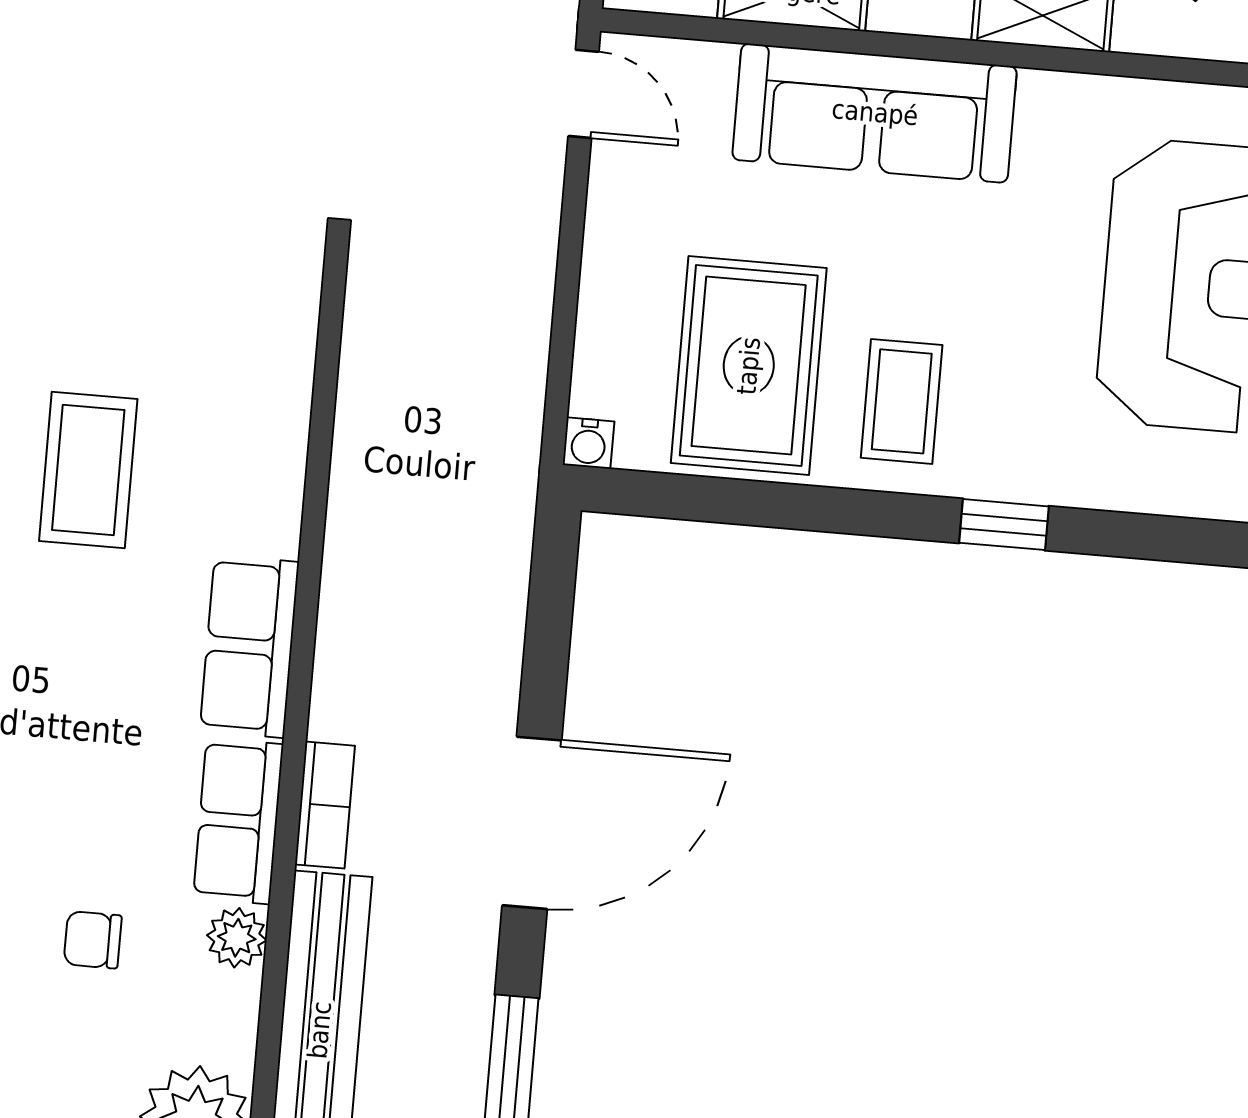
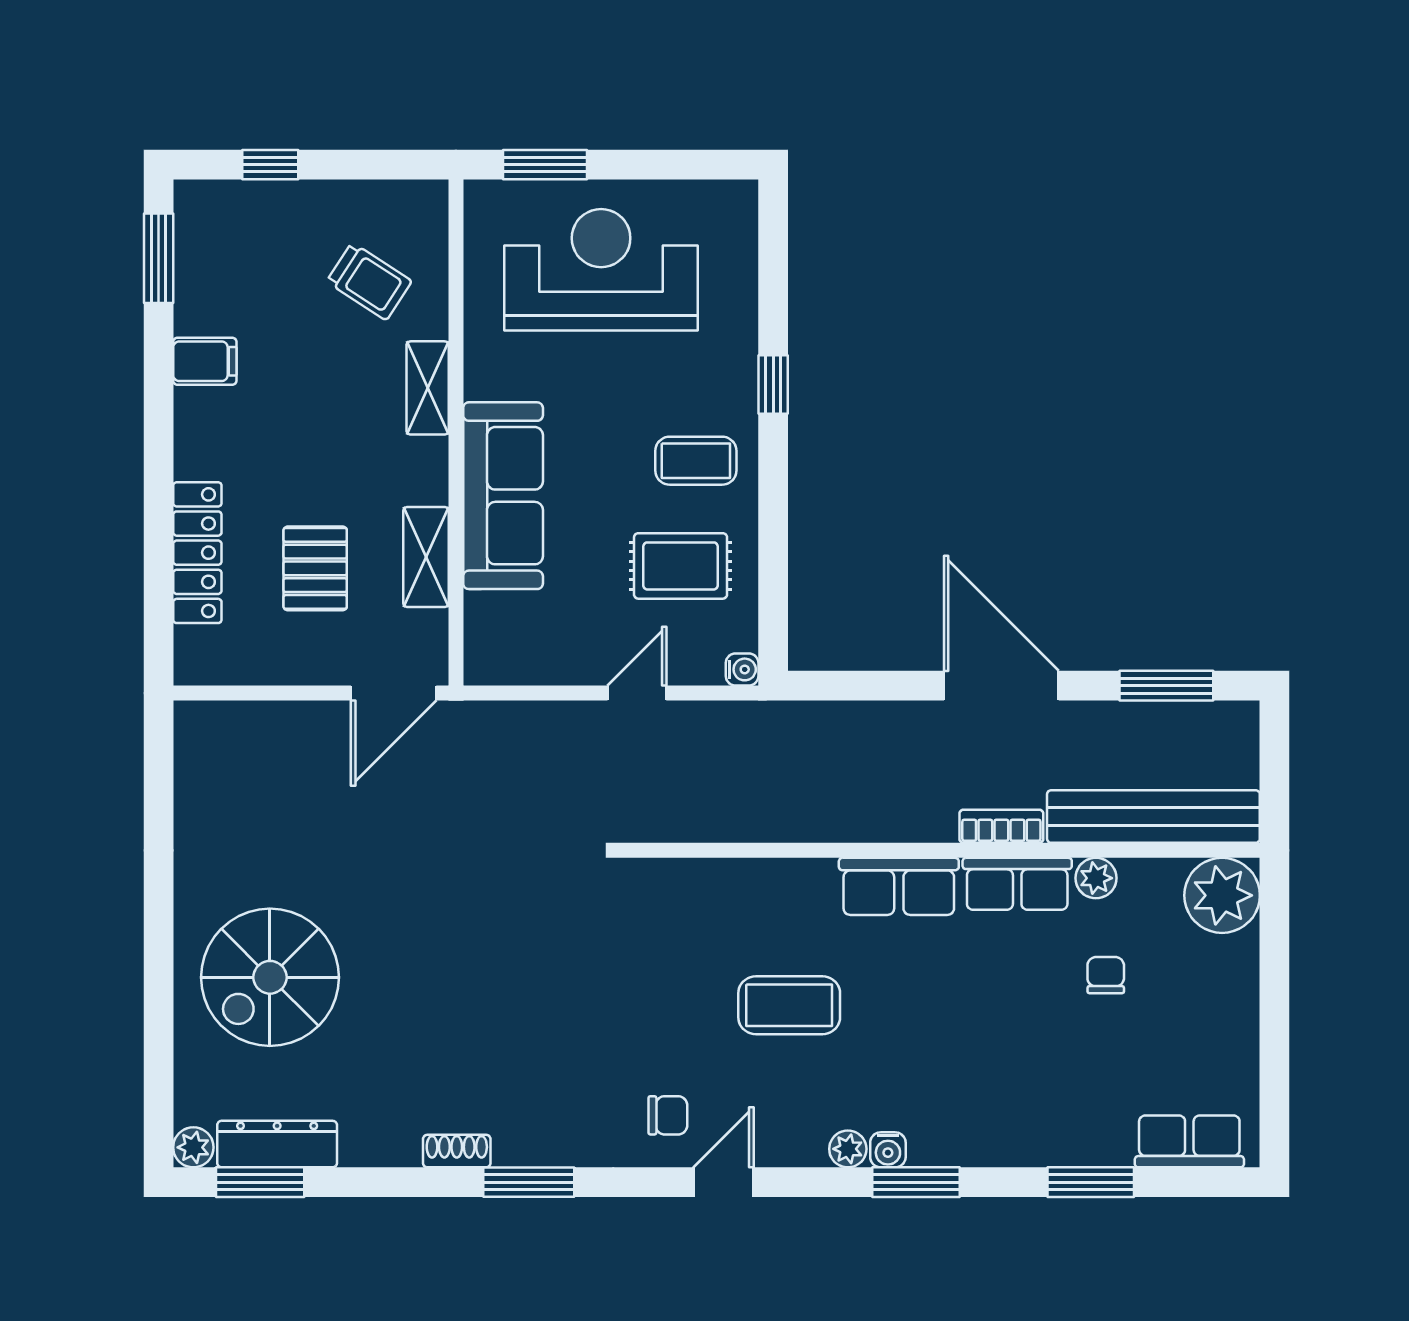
door: (583, 94) -> (637, 693), moved
rug: (749, 366) -> (681, 566), width x0.73, depth x0.70
chair: (93, 940) -> (1106, 975), turned 180

